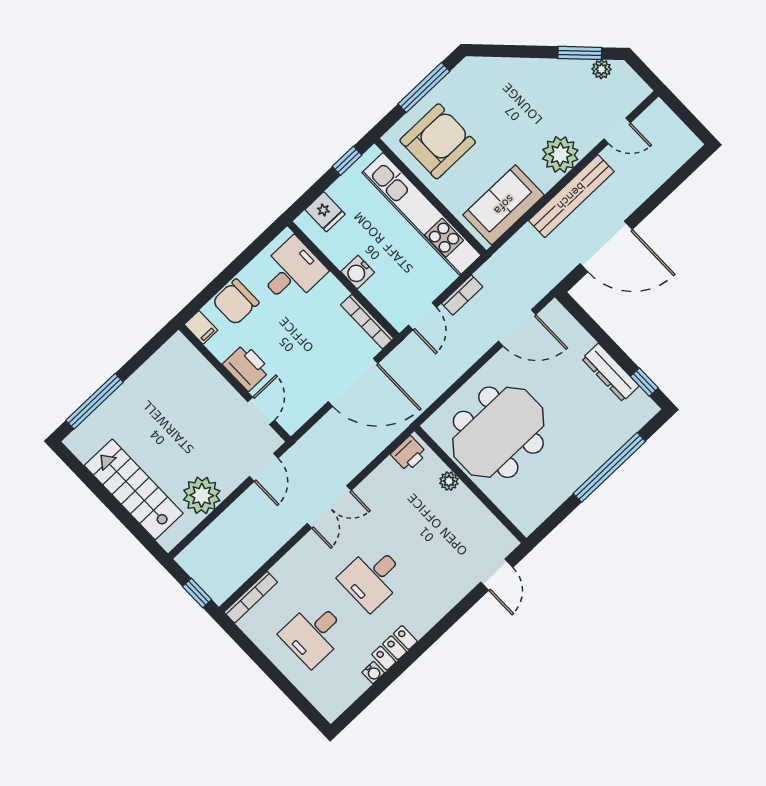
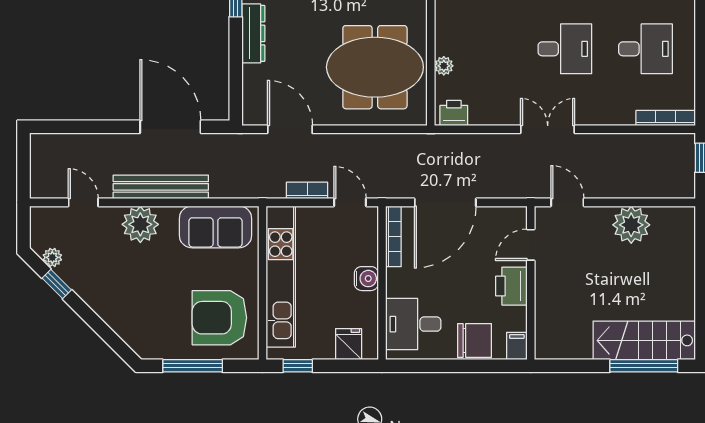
window: (580, 53) -> (57, 284), width x0.67
door: (423, 316) -> (350, 202), hinge flipped
door: (353, 382) -> (445, 202), swing flipped
door: (264, 467) -> (567, 202), hinge flipped
stairs: (134, 489) -> (644, 340), moved, turned 90

